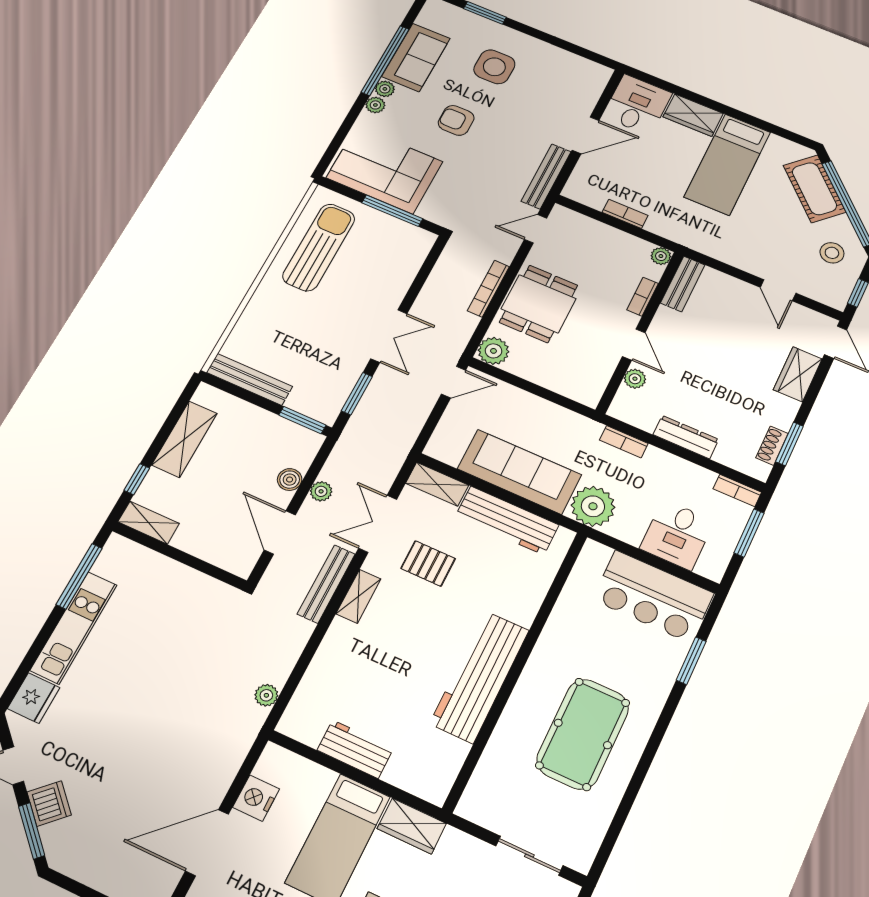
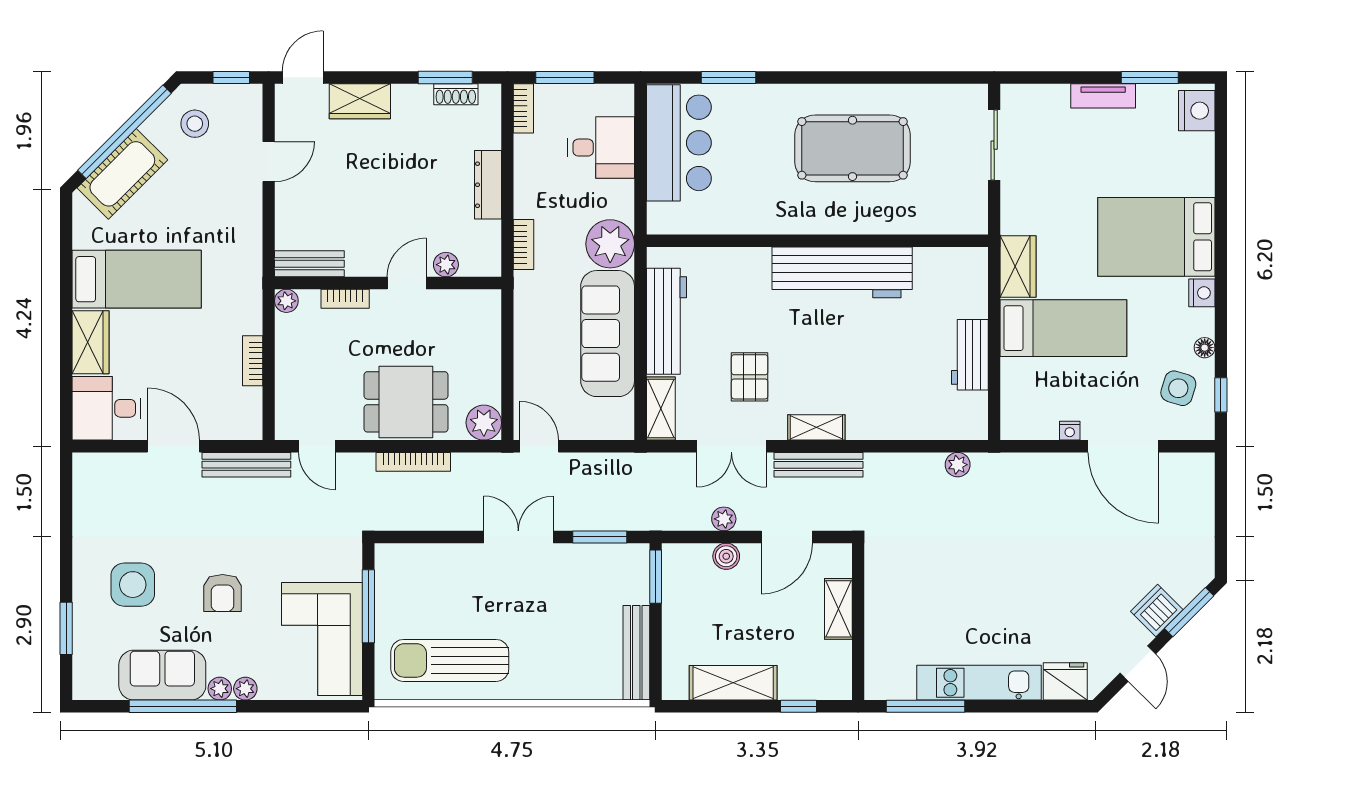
shelving: (149, 523) -> (838, 609), moved
nightstand: (256, 798) -> (1070, 431), width x0.53, depth x0.56

